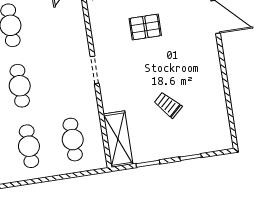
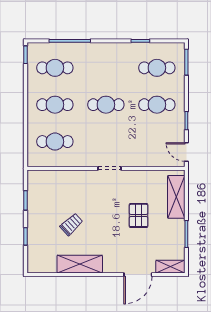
shelving: (118, 139) -> (80, 264), moved

